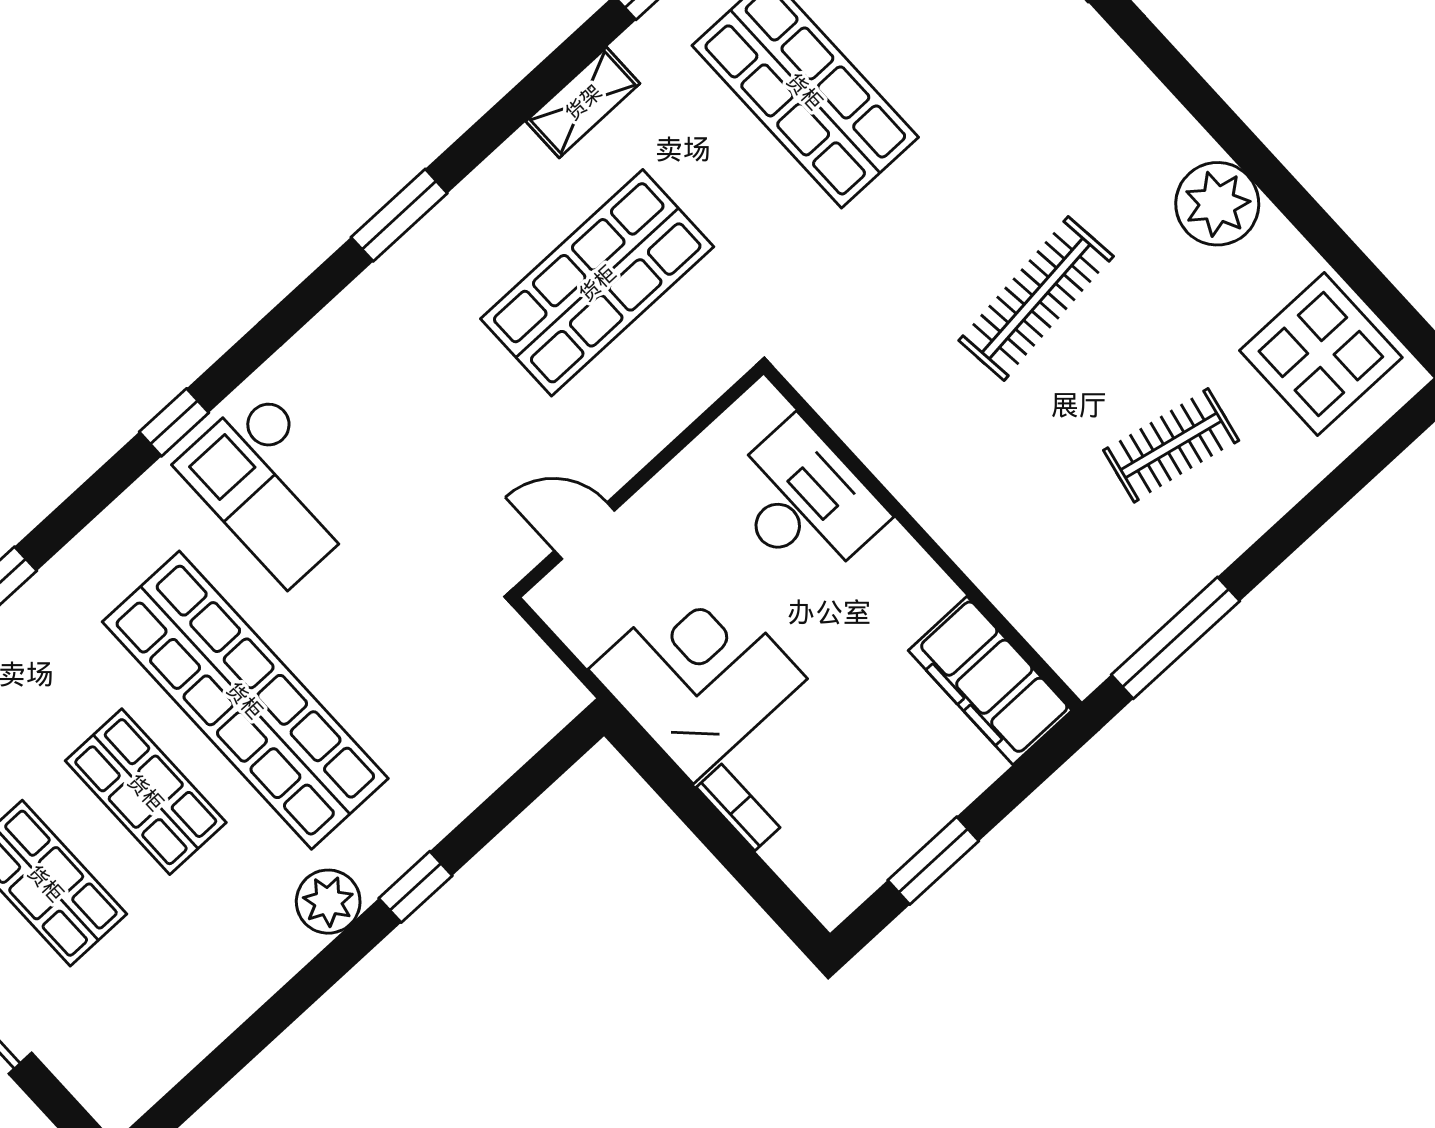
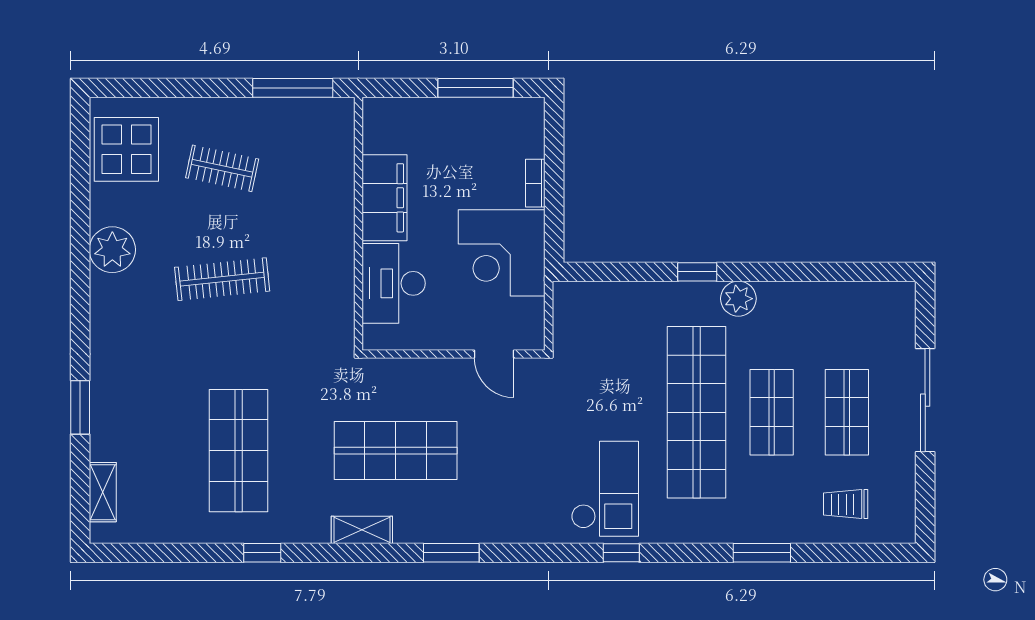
shelving: (583, 102) -> (362, 530), moved
filing cabinet: (990, 680) -> (385, 198), moved
window: (933, 861) -> (476, 88), width x1.44

